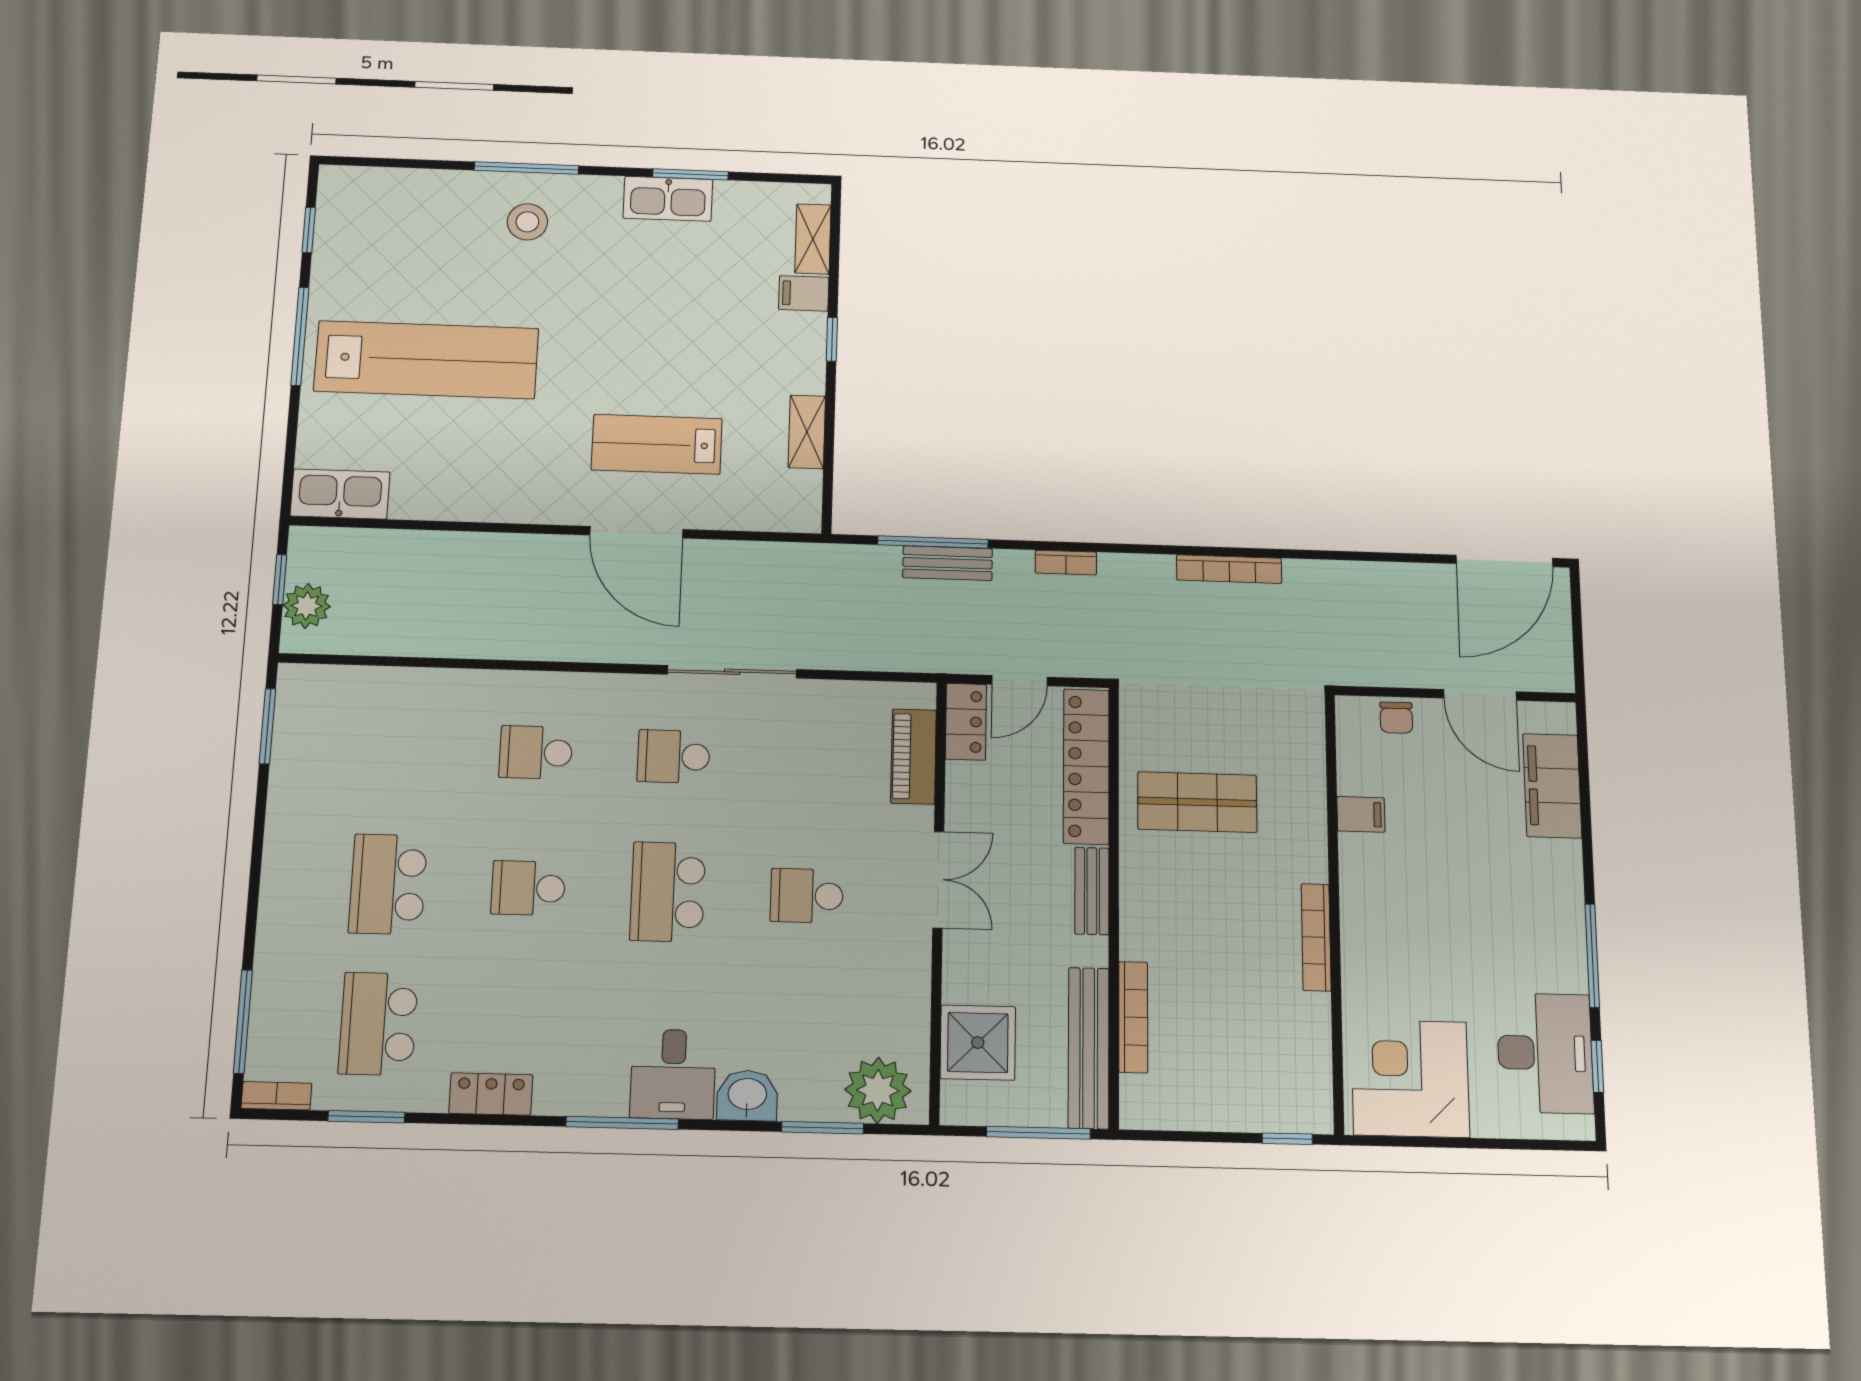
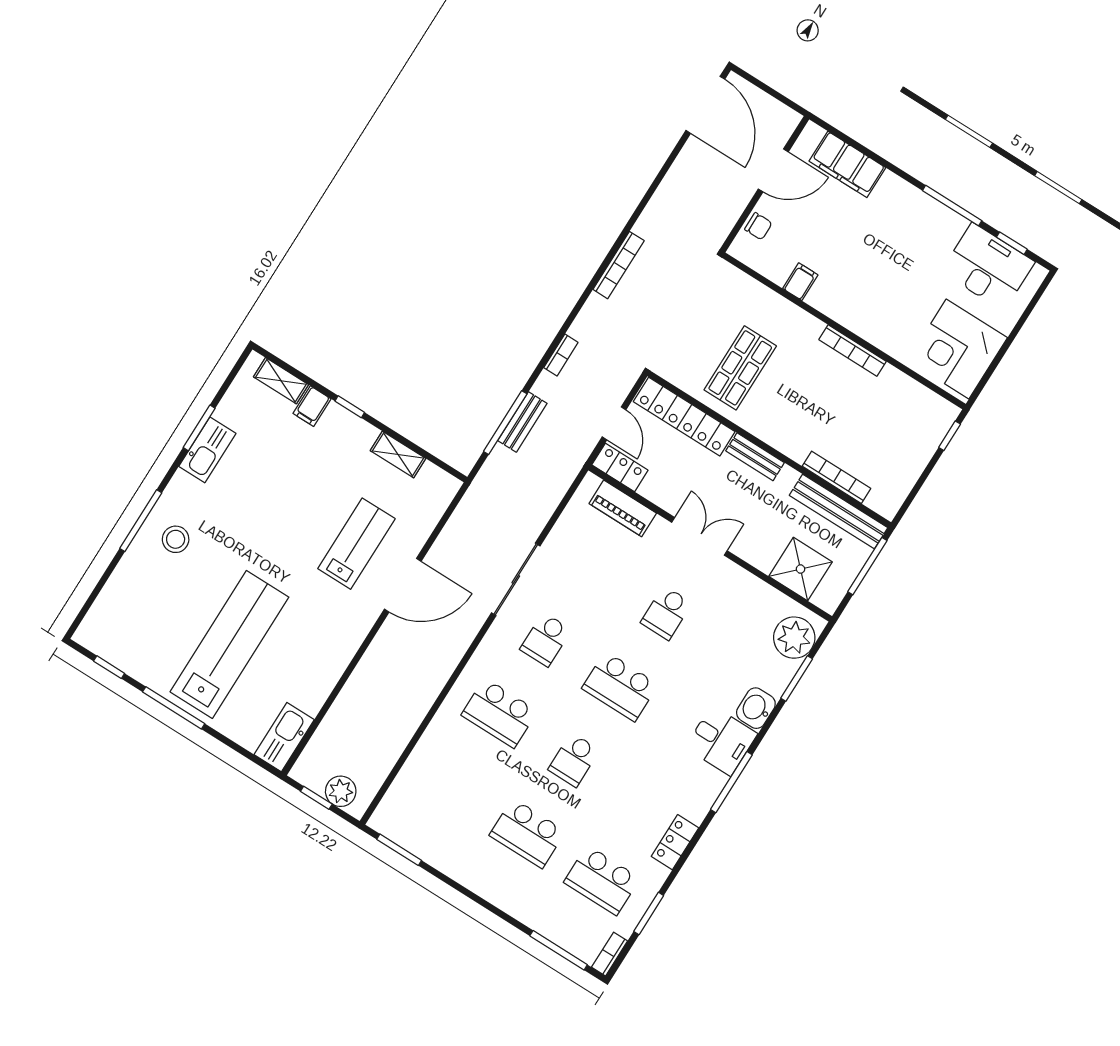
lab bench: (657, 444) -> (356, 544), turned 180
school desk: (536, 752) -> (499, 713), width x1.85

